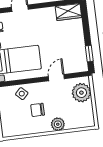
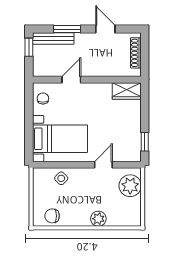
chair: (38, 110) -> (52, 216), moved

